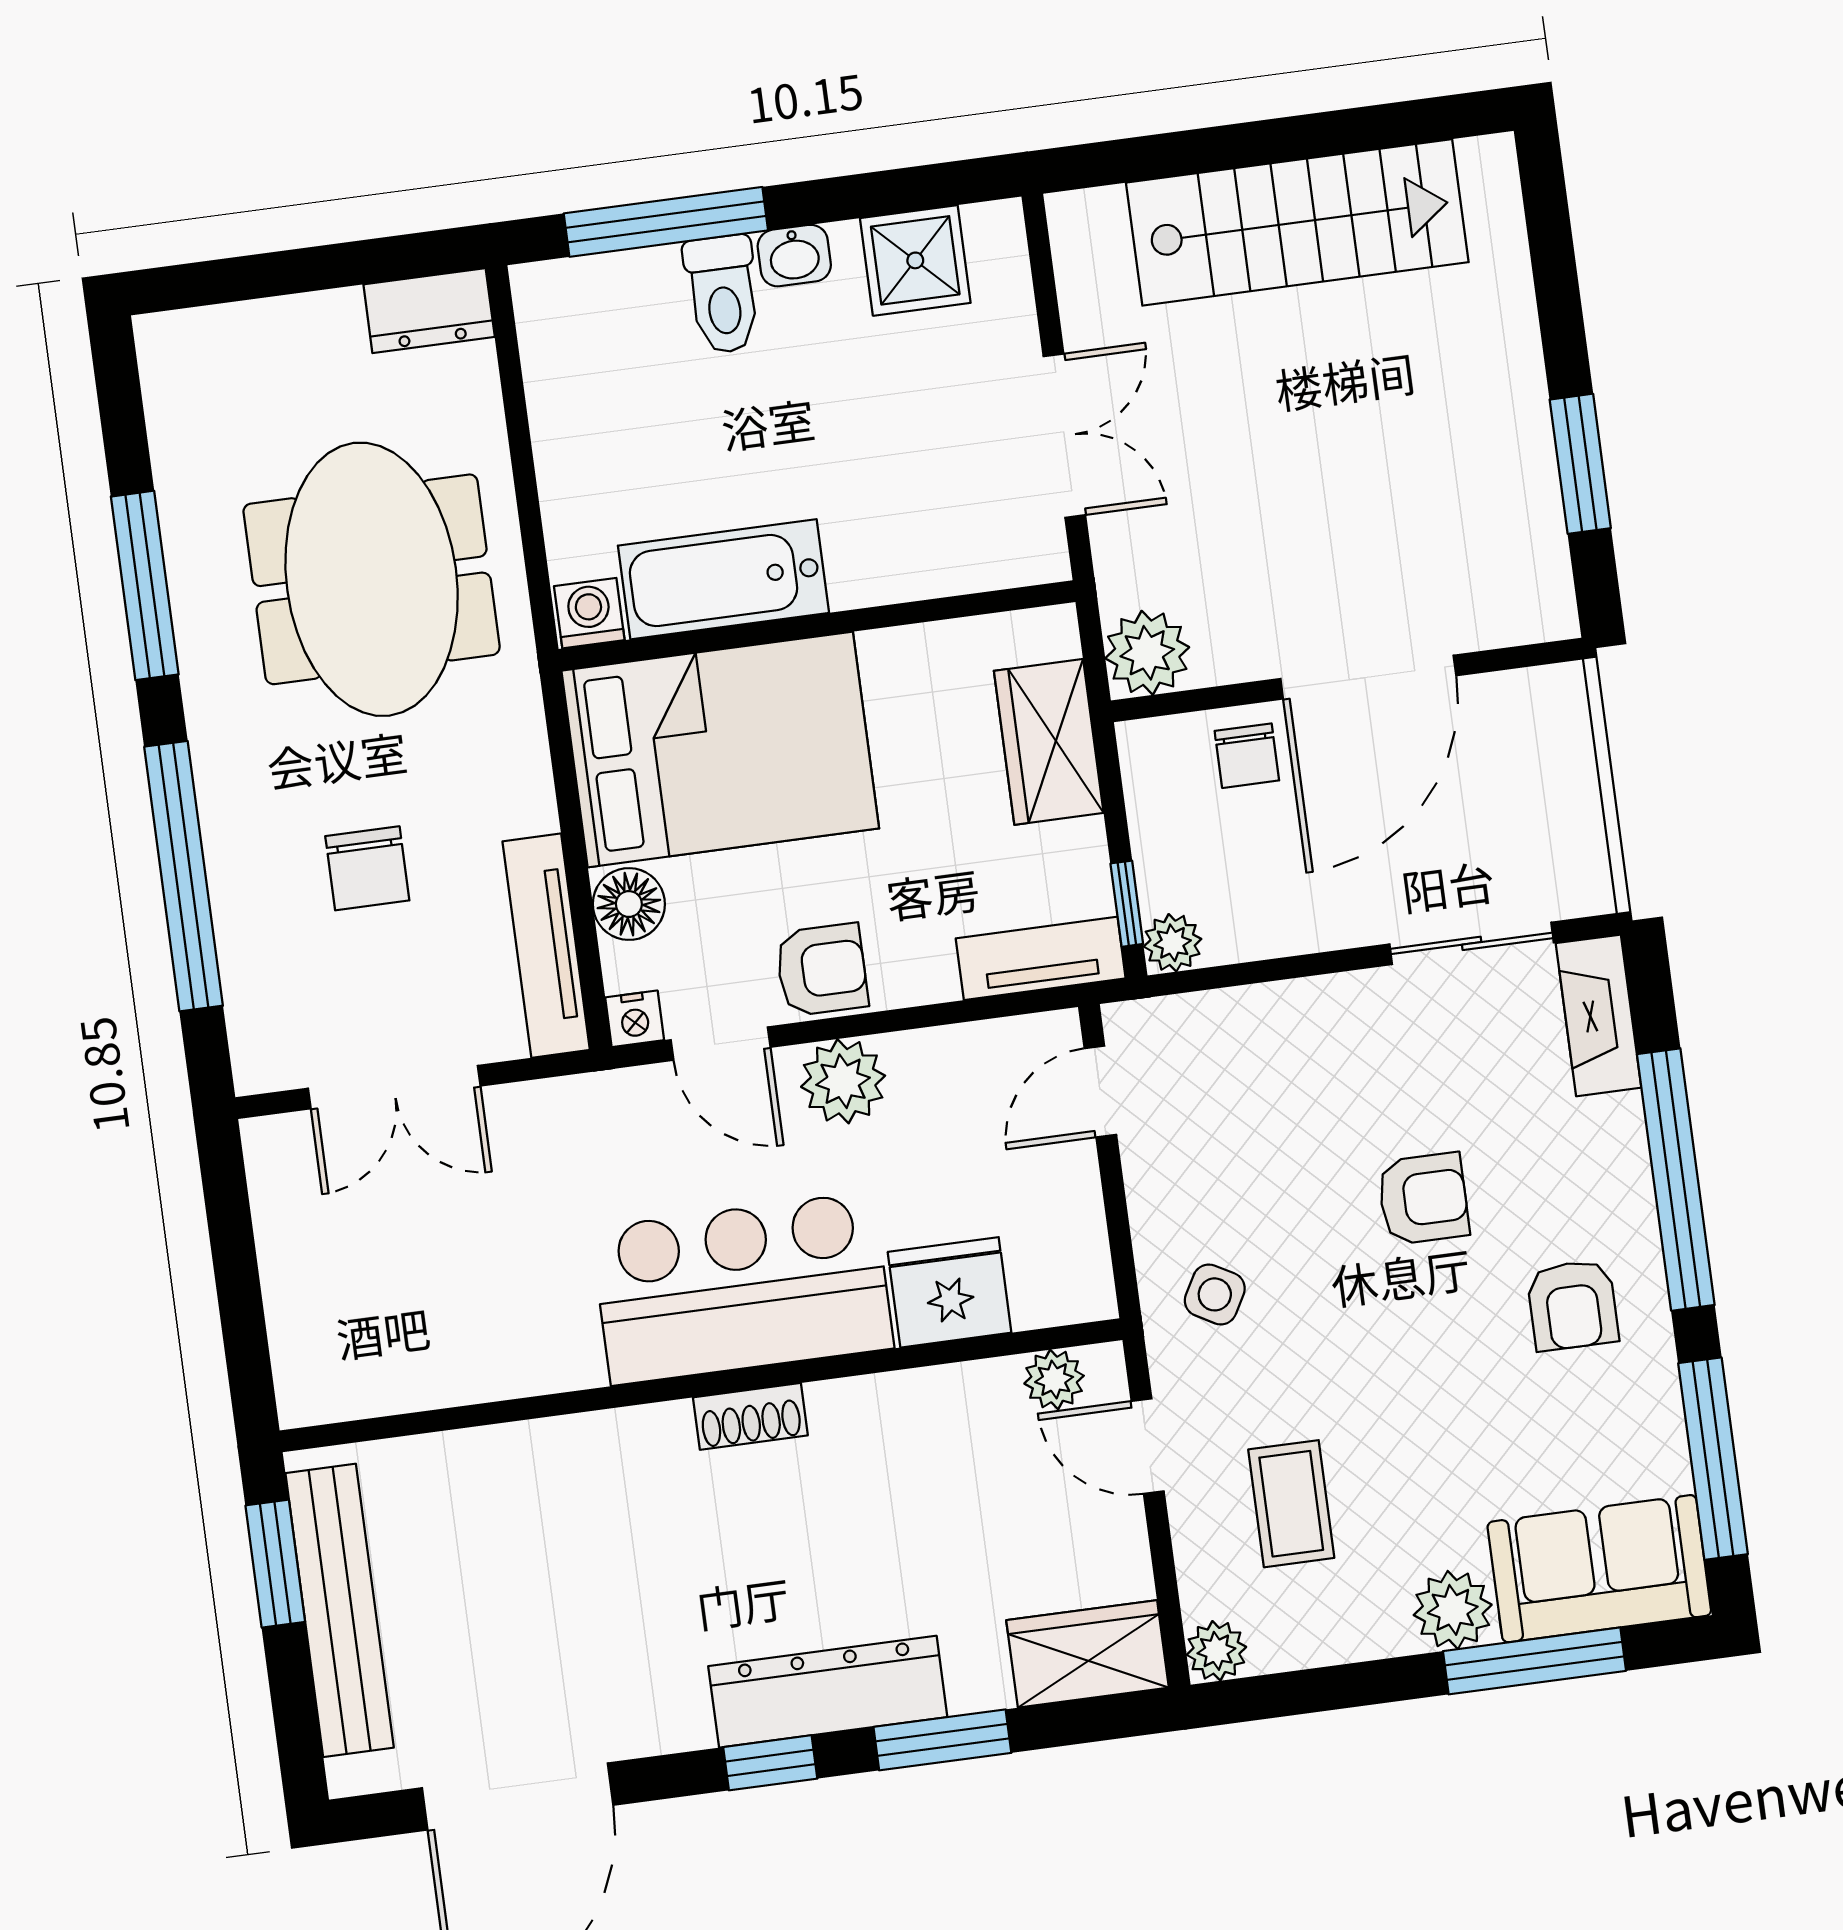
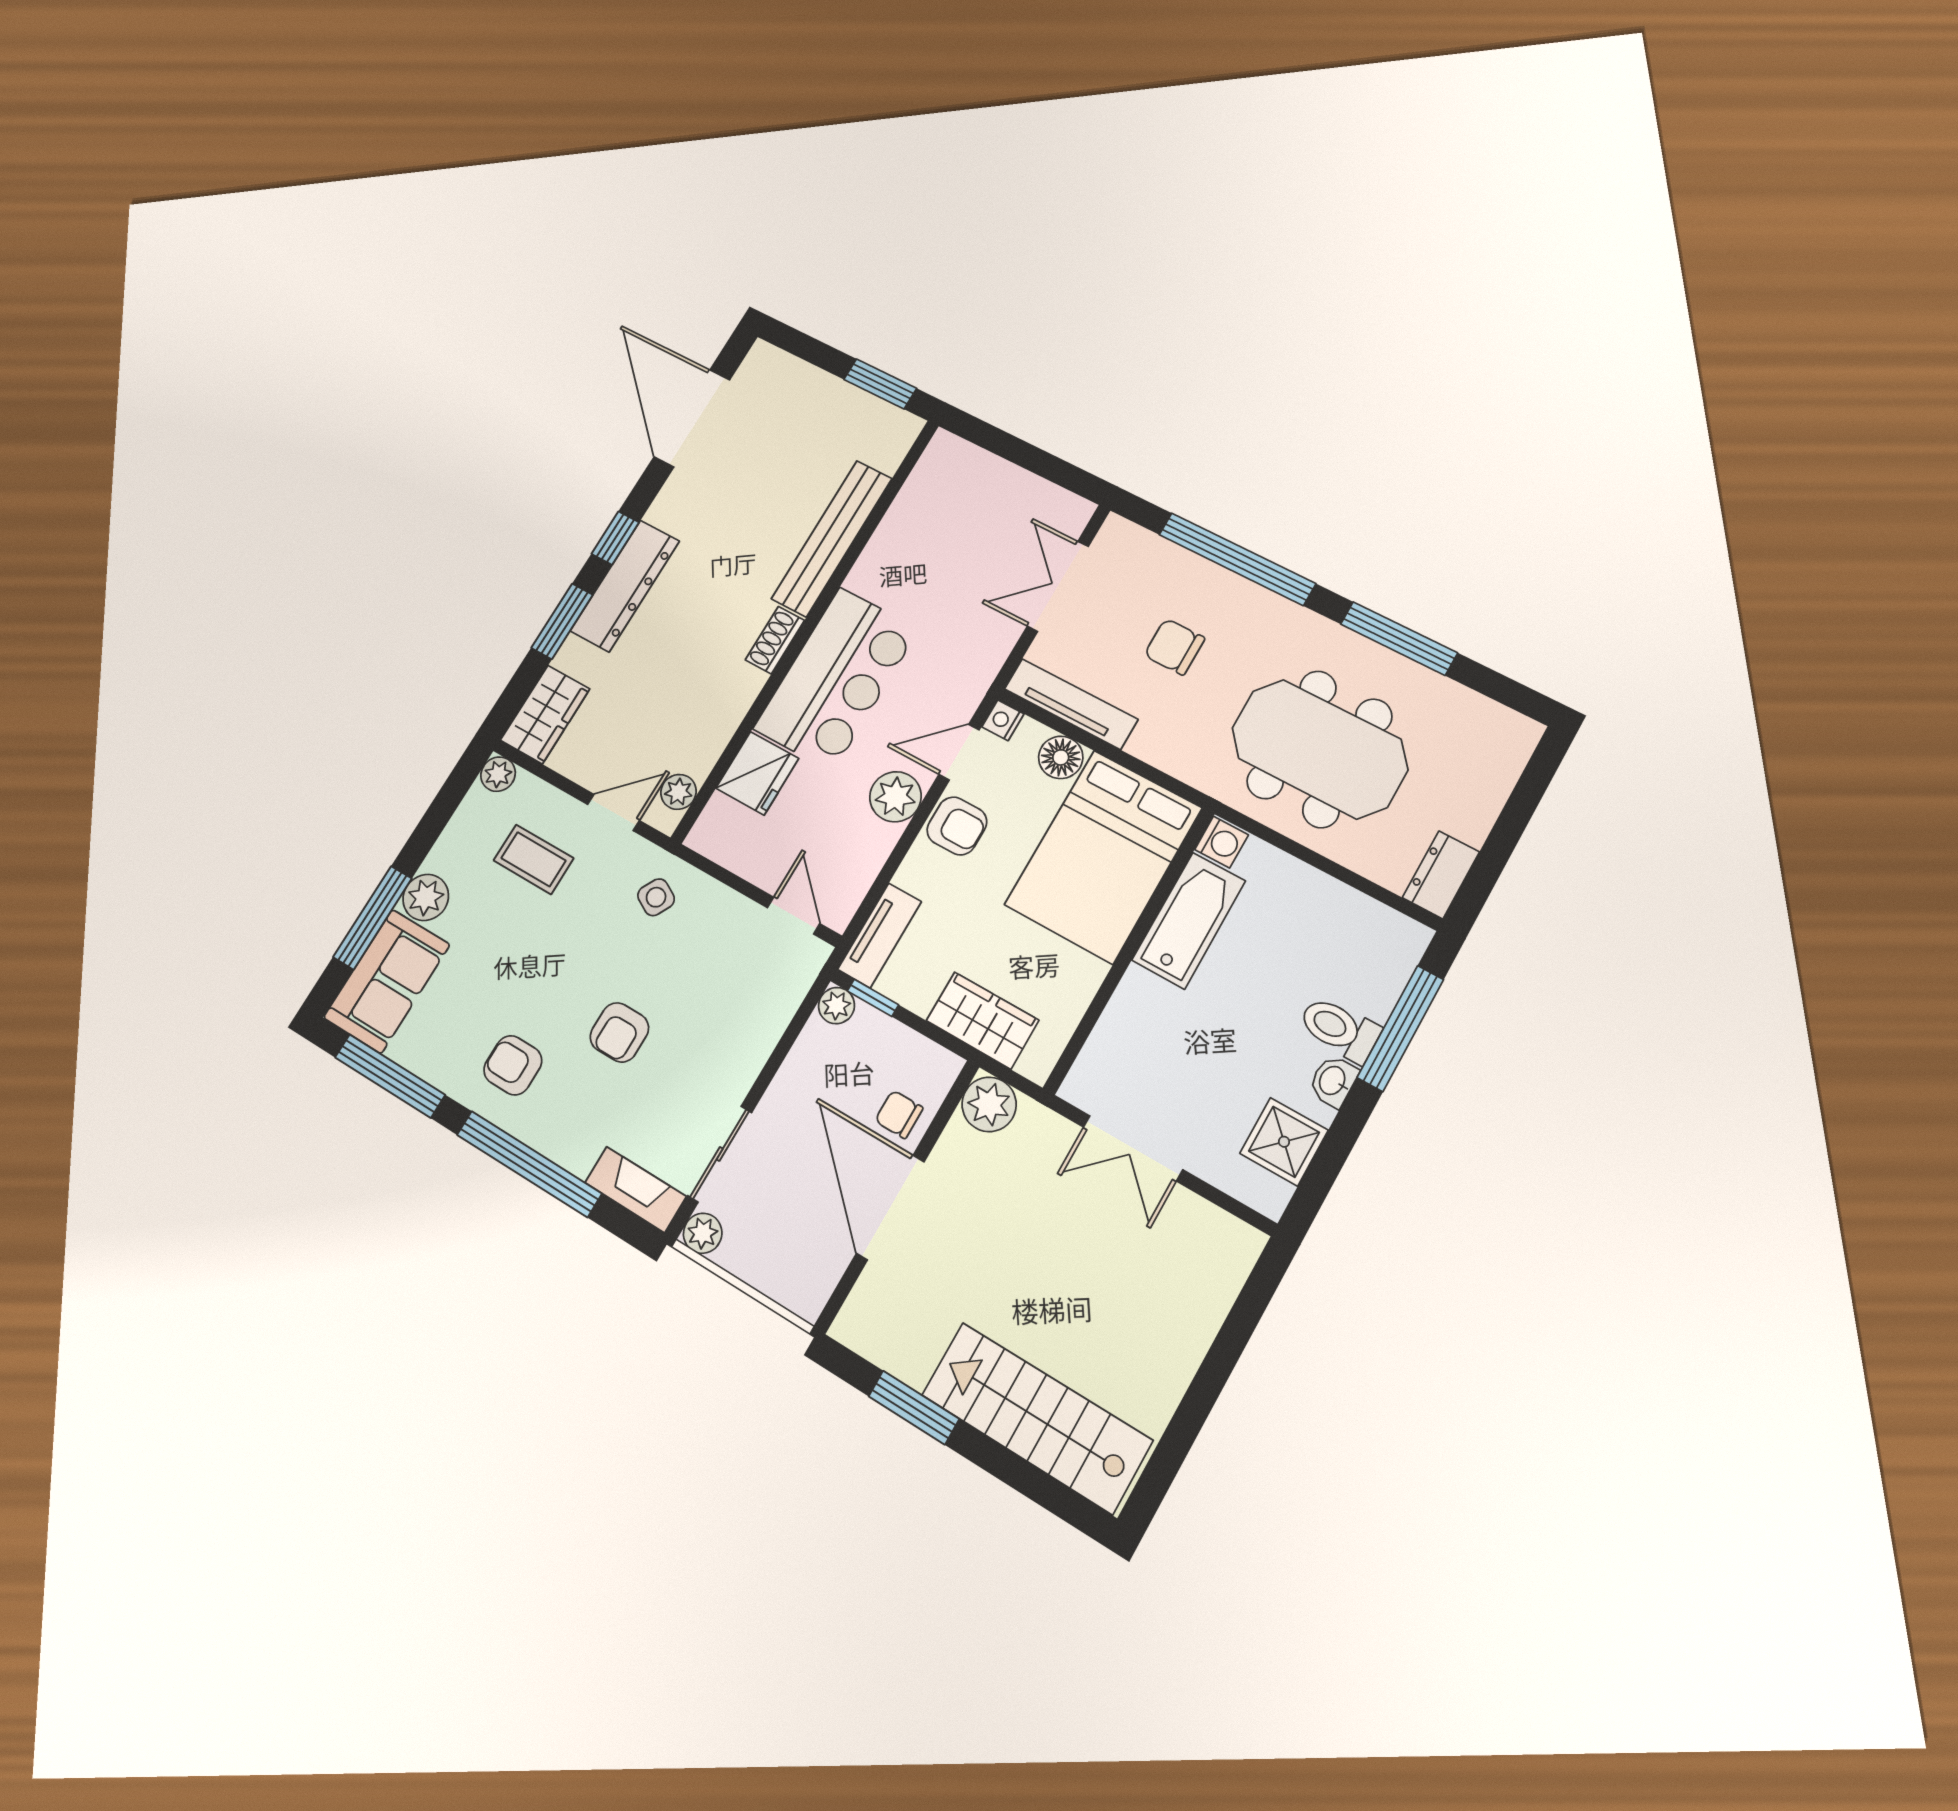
stairs: (1297, 222) -> (1037, 1418), moved, turned 90
plant: (1583, 886) -> (703, 1233), added
armchair: (822, 970) -> (957, 826), turned -90
bench: (340, 1610) -> (832, 538), moved, turned 90

